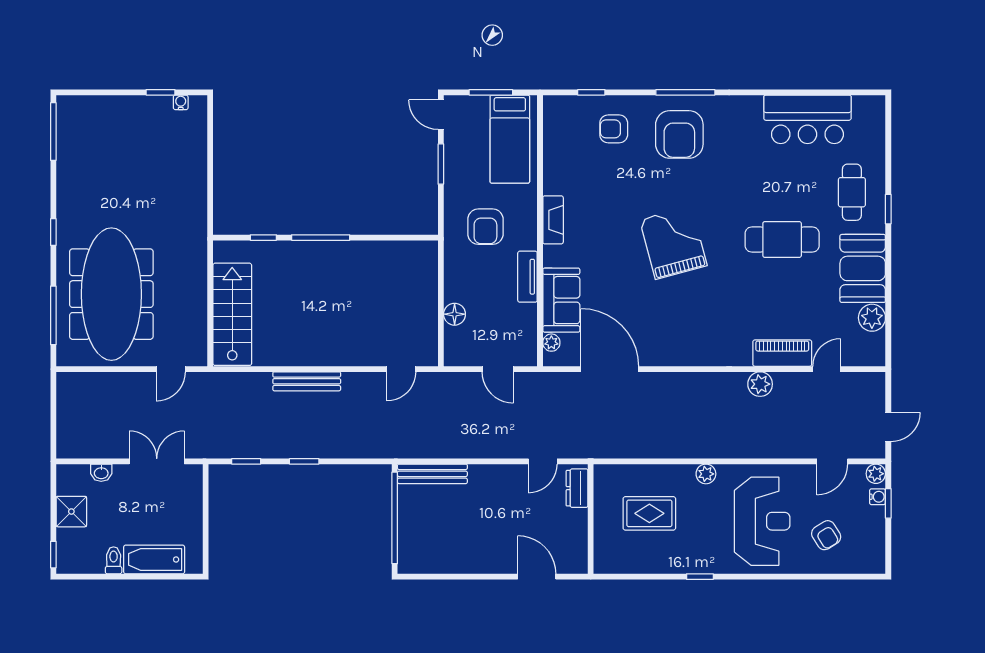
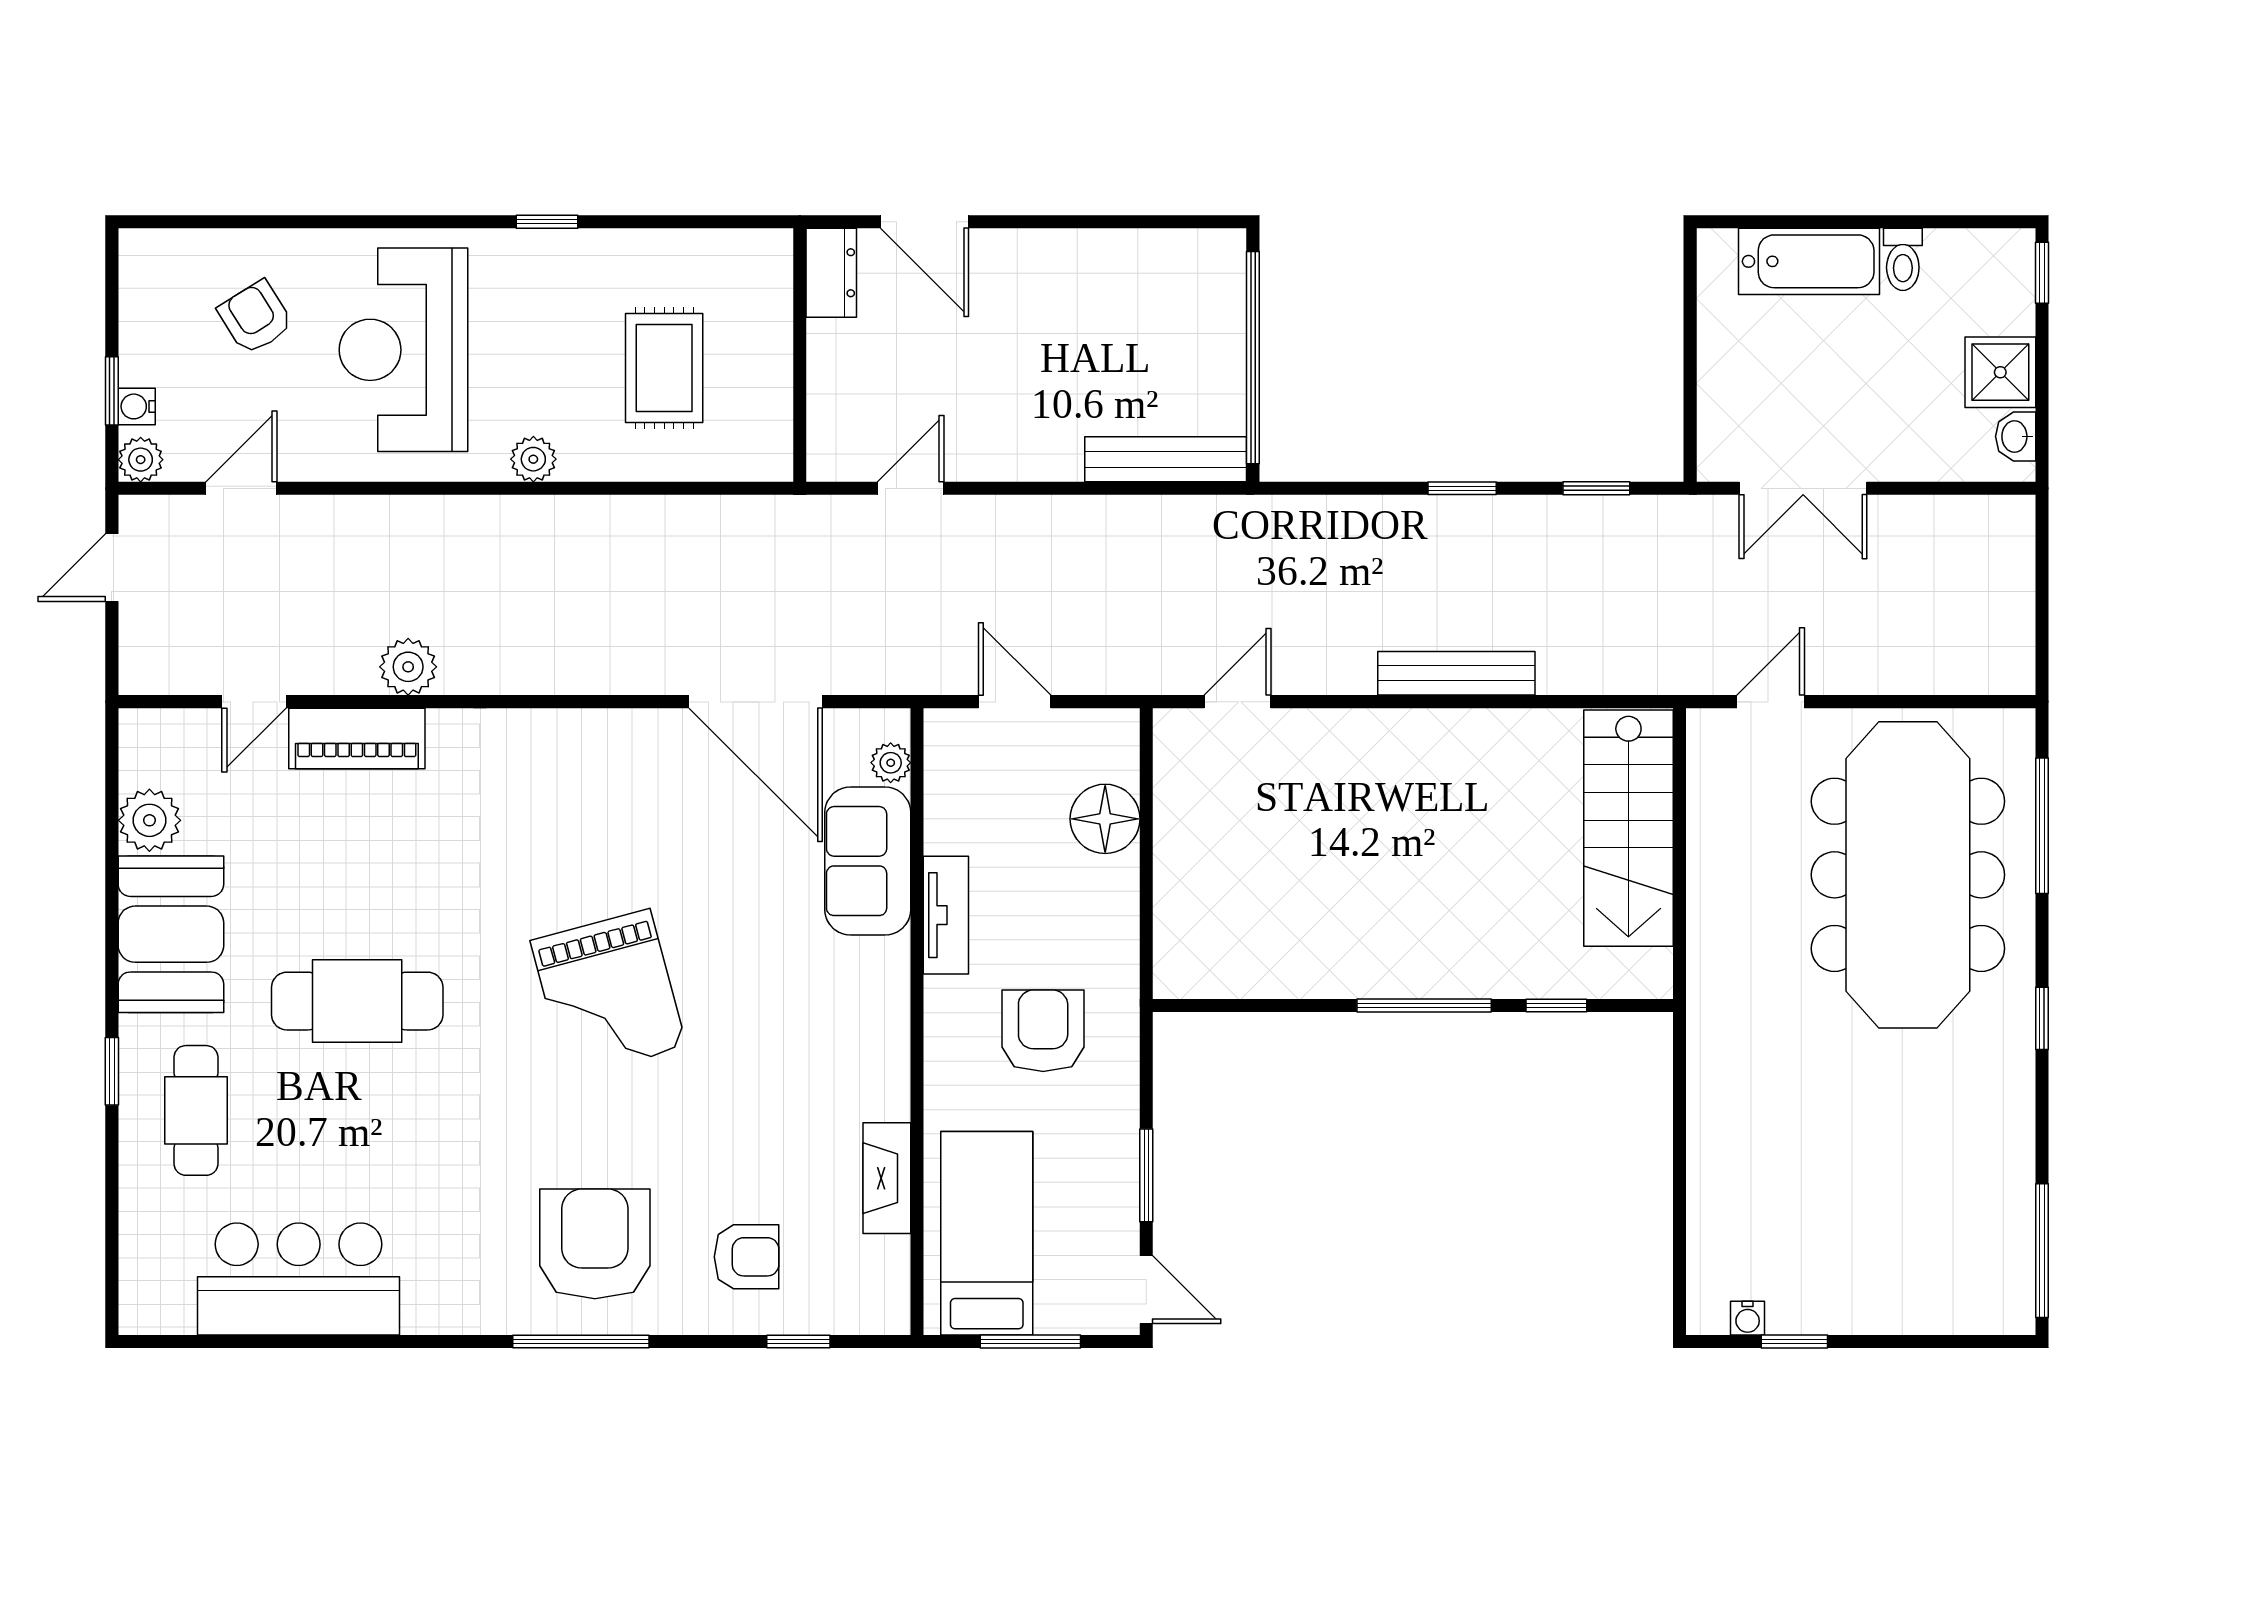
fireplace: (553, 220) -> (887, 1178), moved
floor lamp: (455, 314) -> (1105, 819), width x1.38, depth x1.38
washbasin: (101, 473) -> (2016, 436), moved, turned -90
dresser: (577, 488) -> (831, 273), moved
rug: (649, 513) -> (664, 368), turned 90

